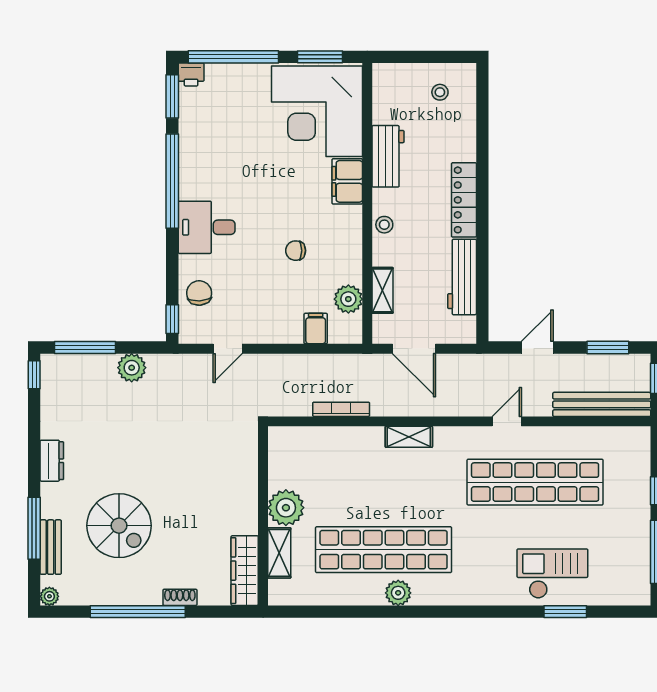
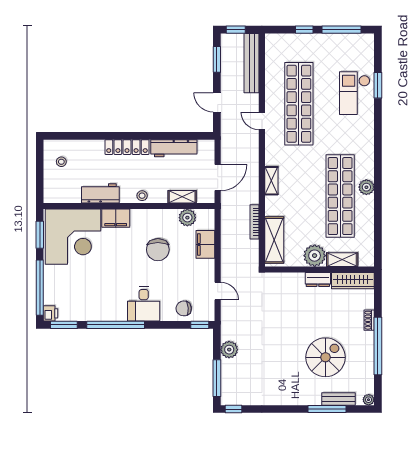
chair: (296, 251) -> (158, 250), width x1.87, depth x1.87
filing cabinet: (316, 329) -> (205, 244), width x2.00
shelving: (311, 442) -> (274, 240), added
dresser: (52, 461) -> (318, 280), moved, turned 180

